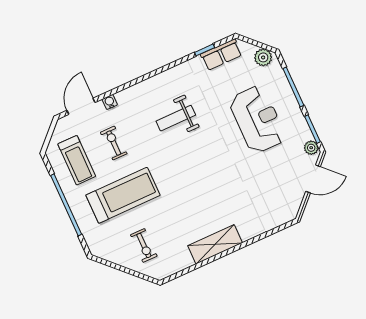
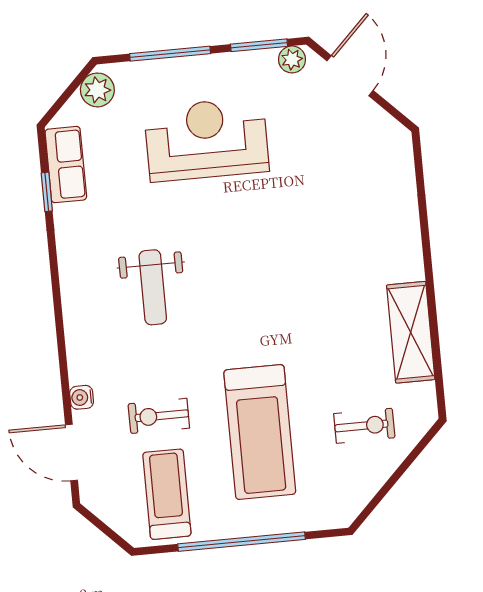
treadmill: (77, 160) -> (167, 494), turned -90
treadmill: (123, 195) -> (260, 432), turned 180
shelving: (215, 244) -> (411, 332), moved

